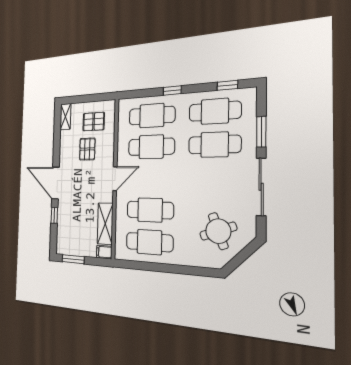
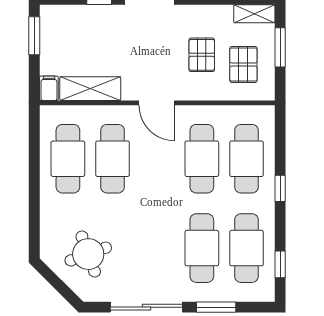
window: (85, 99) -> (280, 47), added
pallet: (87, 149) -> (202, 55), turned 90

